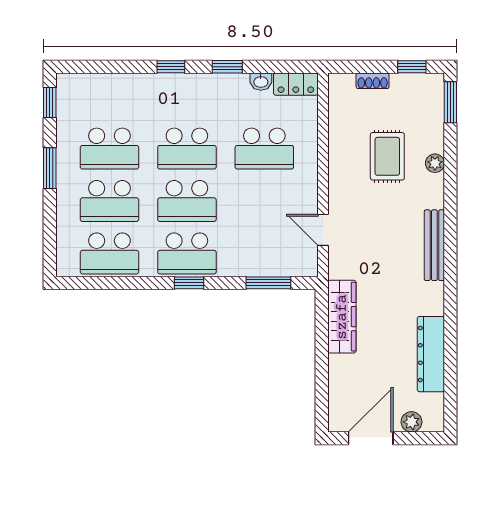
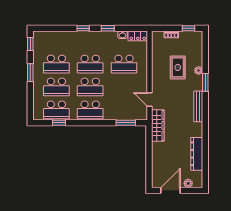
window: (450, 102) -> (205, 82), moved
window: (189, 283) -> (59, 123), moved
wardrobe: (342, 317) -> (158, 125), moved

